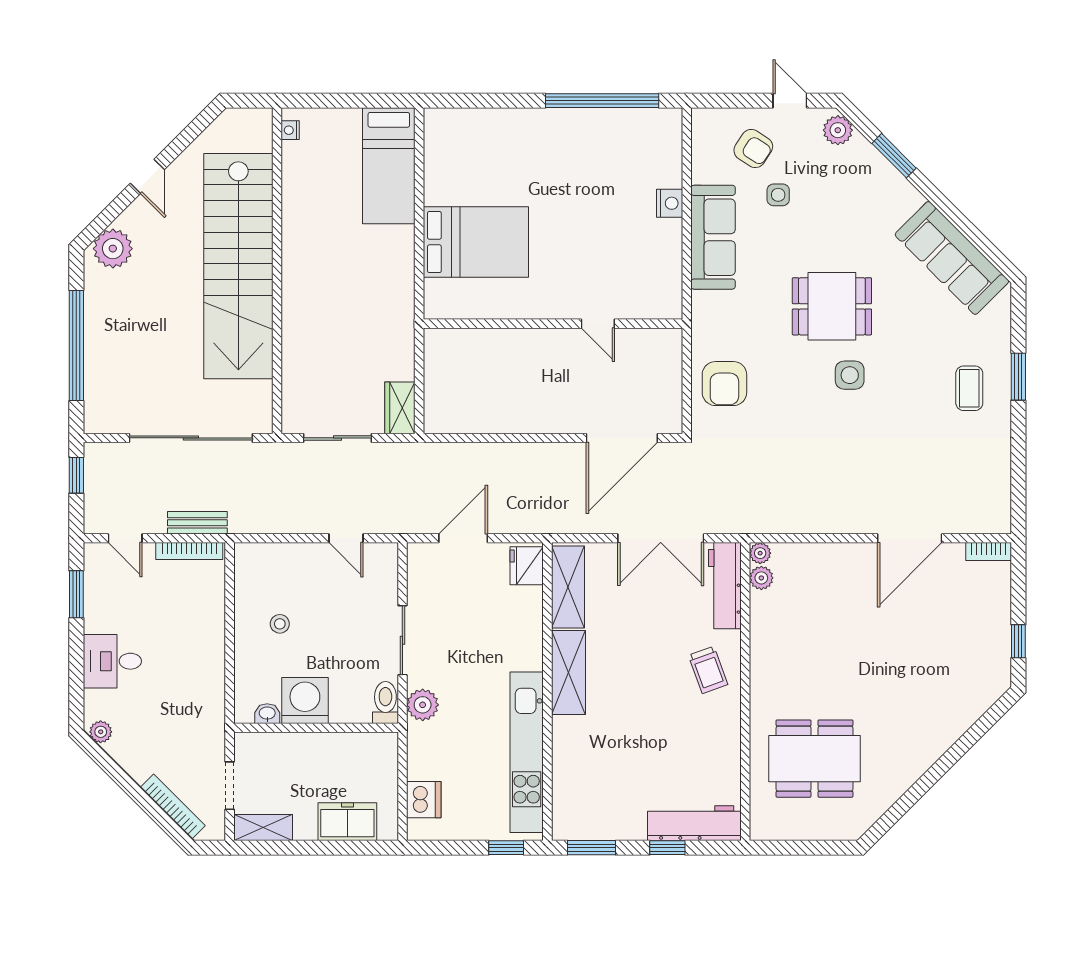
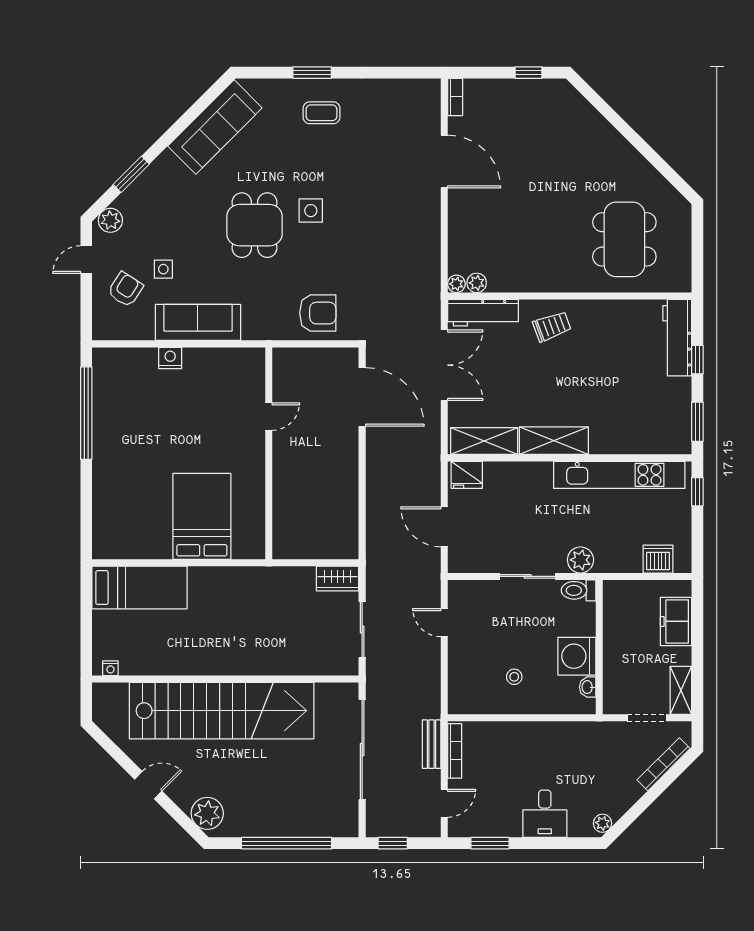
door: (346, 538) -> (444, 623), swing flipped

